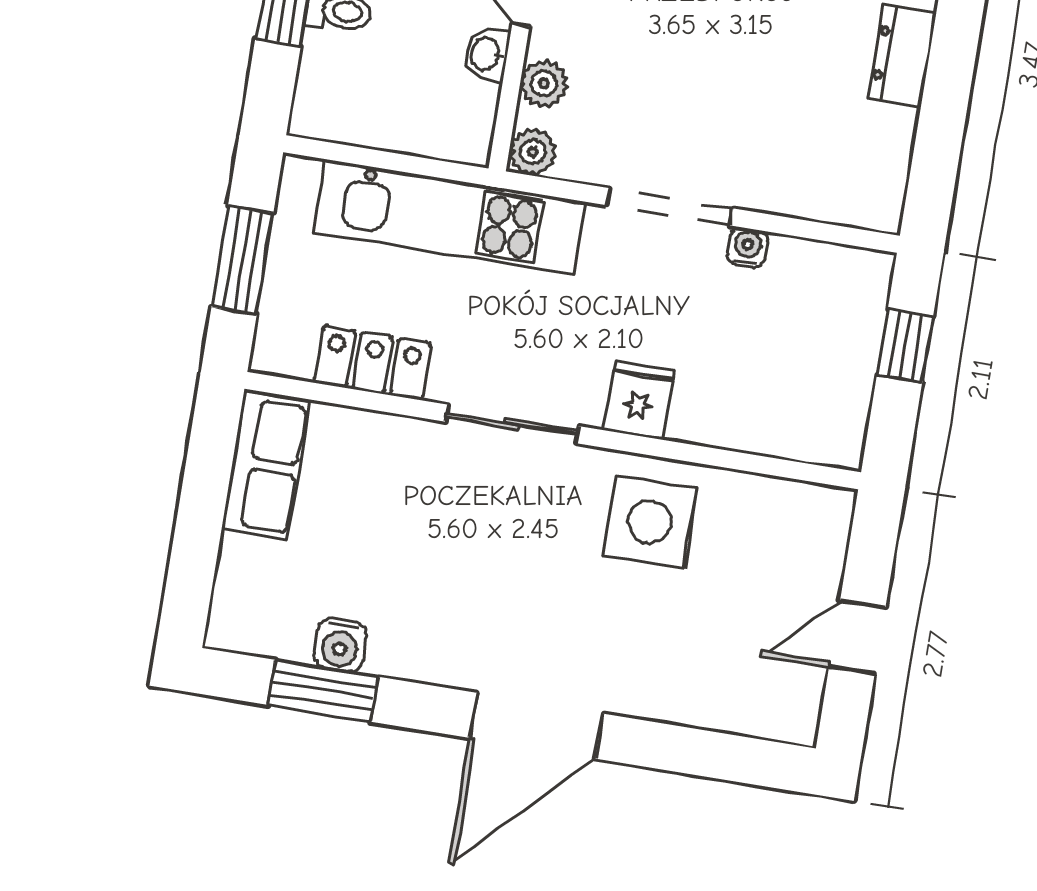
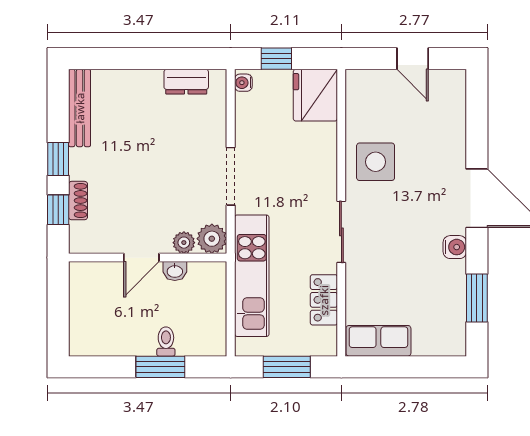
dresser: (902, 56) -> (186, 82), moved
plant: (533, 152) -> (212, 239), width x1.38, depth x1.38
water cooler: (747, 247) -> (243, 83), moved
fridge: (639, 400) -> (315, 95), moved, width x1.88, depth x1.34
water cooler: (340, 645) -> (455, 247), moved

